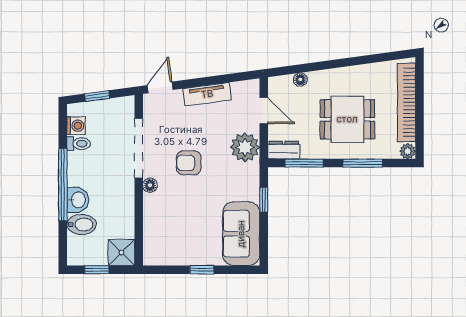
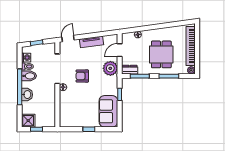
door: (264, 111) -> (120, 50), swing flipped
dining table: (347, 119) -> (161, 54), turned 90
bidet: (82, 224) -> (29, 76), moved
shower: (121, 252) -> (28, 121), moved

